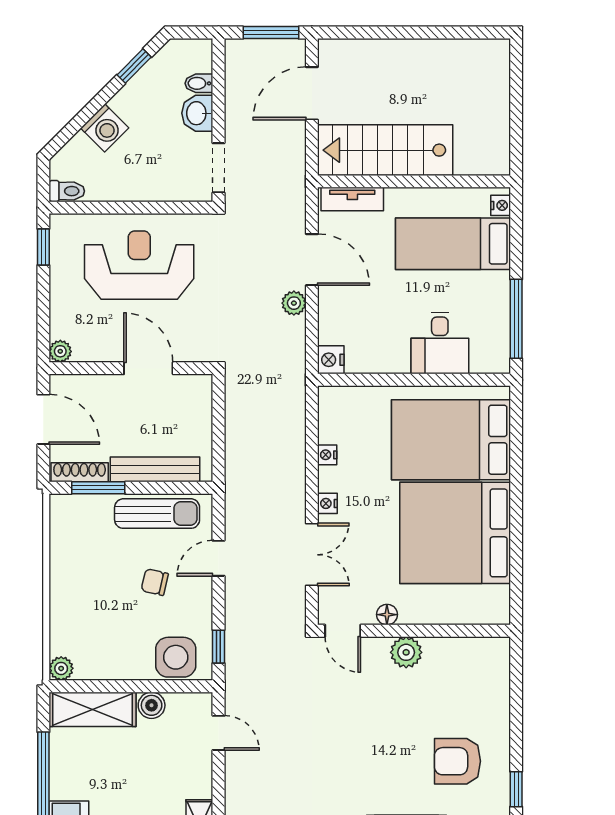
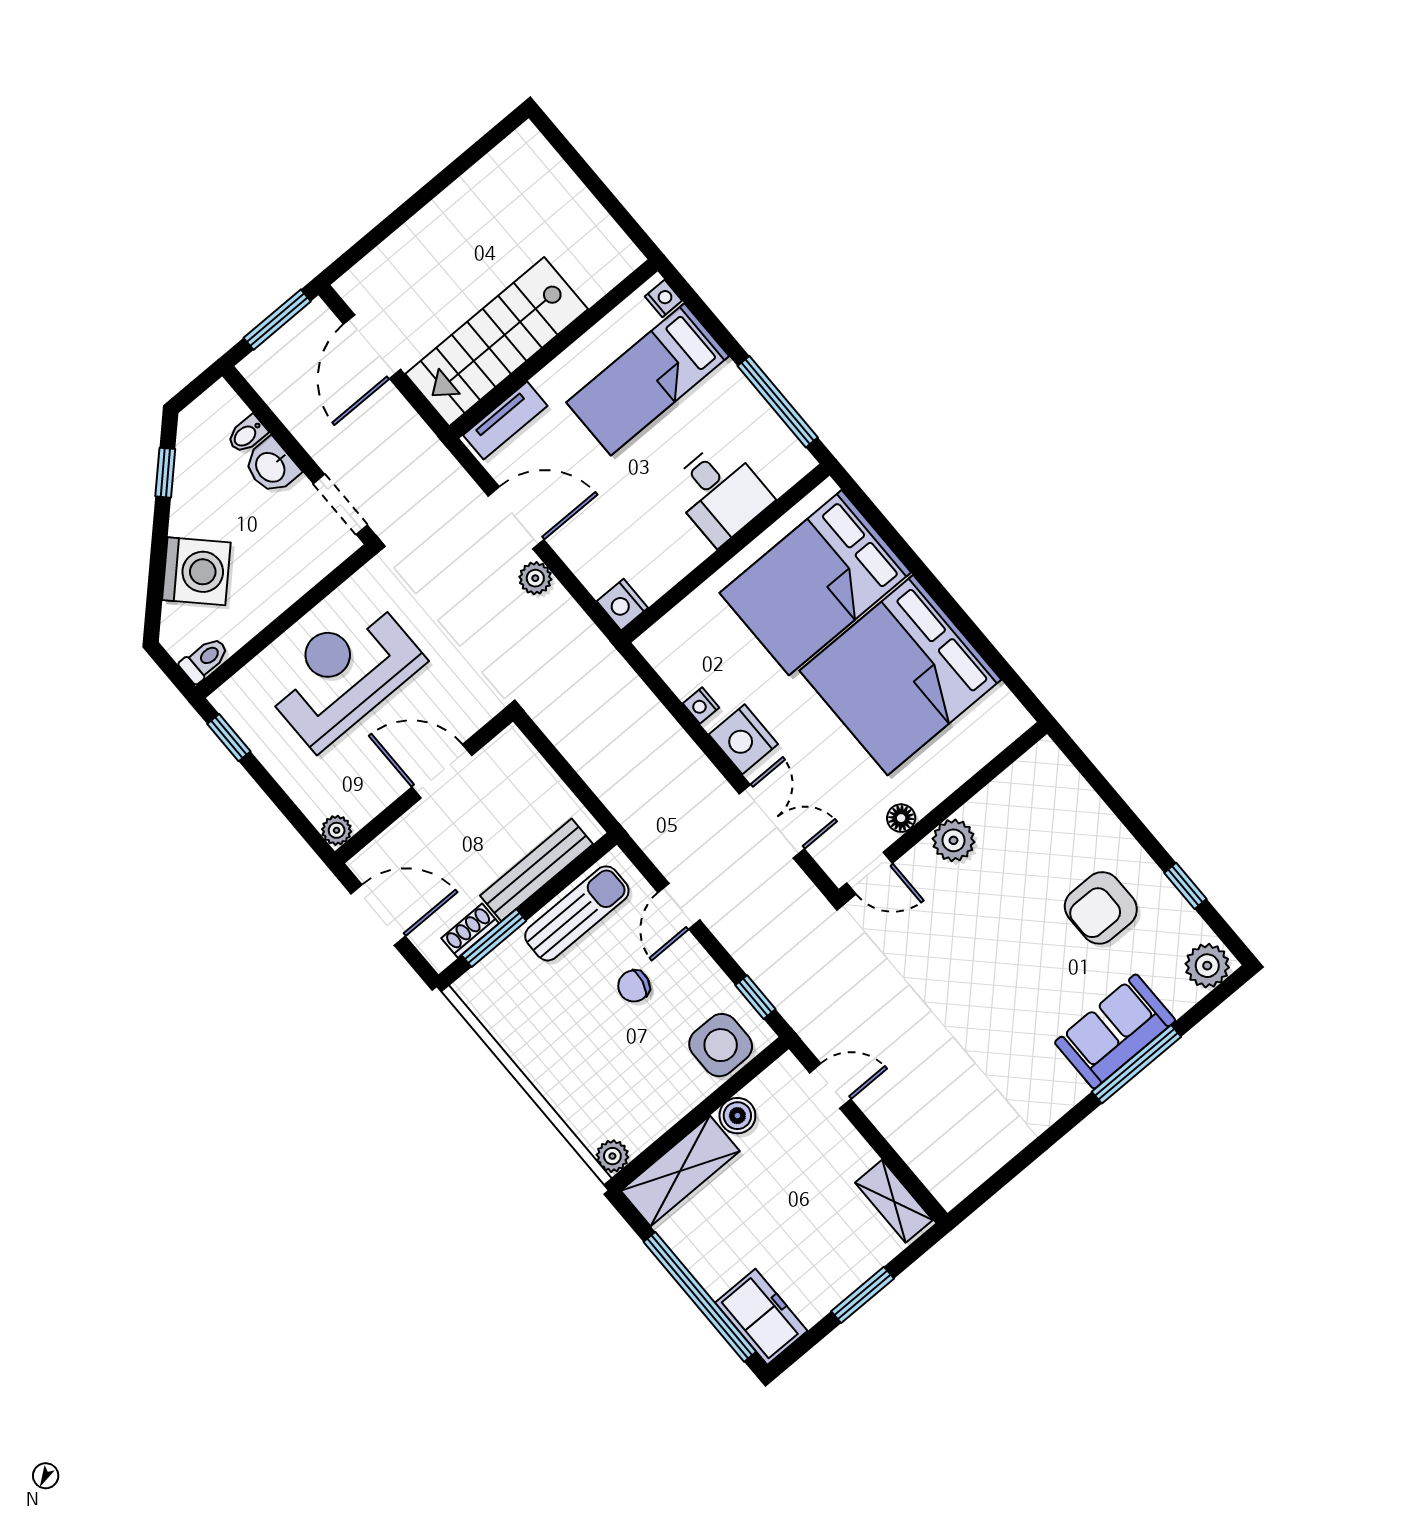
washing machine: (105, 128) -> (196, 571), width x1.37, depth x1.37
shoe rack: (80, 472) -> (470, 931), width x0.70
nightstand: (327, 503) -> (743, 739), width x1.89, depth x1.79

